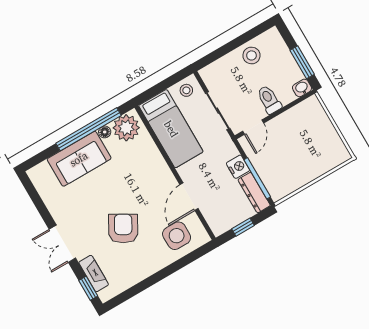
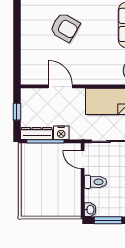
side table: (177, 236) -> (38, 62), removed

